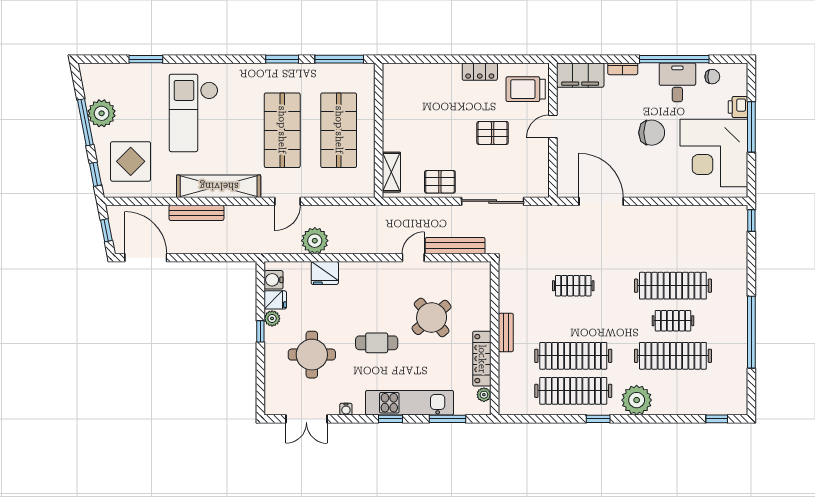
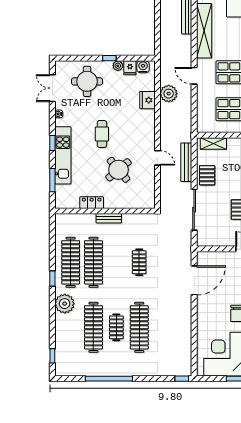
bench: (455, 246) -> (186, 162), moved
round table: (312, 355) -> (87, 81), moved
locker: (482, 359) -> (92, 203), width x0.66
plant: (484, 395) -> (68, 204), removed

